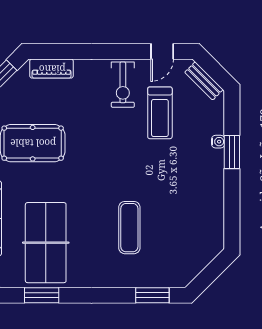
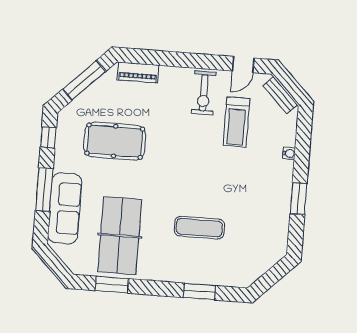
window: (232, 152) -> (299, 199), moved
exercise mat: (129, 228) -> (199, 228), turned 90
window: (152, 295) -> (199, 292), moved

